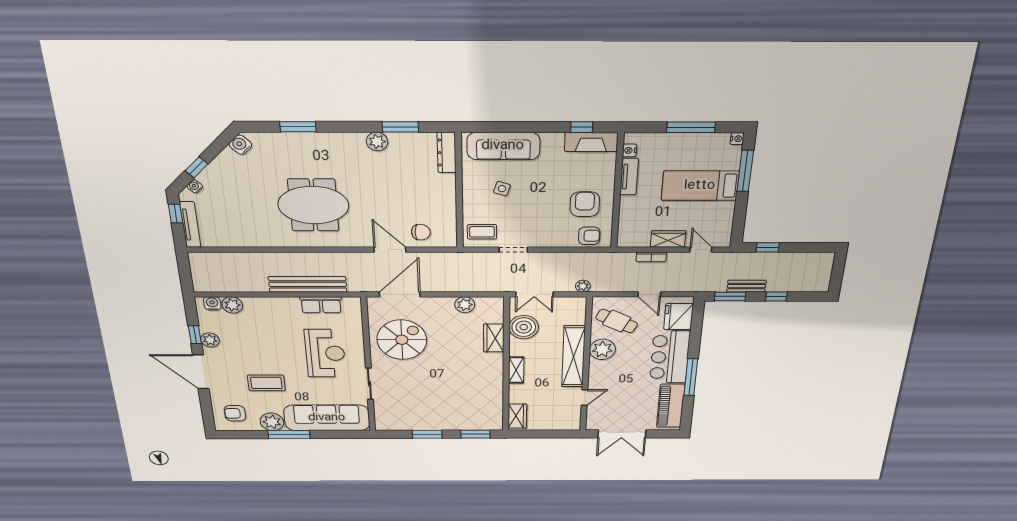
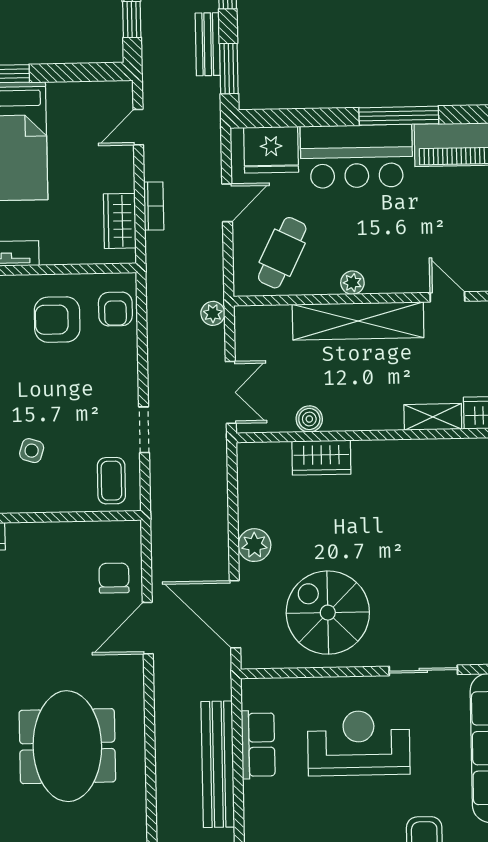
armchair: (589, 236) -> (115, 309), turned 180
wardrobe: (668, 239) -> (120, 221), moved
plant: (465, 305) -> (254, 545), moved
boiler: (524, 327) -> (309, 419), width x0.54, depth x0.54
plant: (602, 349) -> (352, 283), width x0.53, depth x0.53
shelving: (516, 370) -> (433, 417), moved

